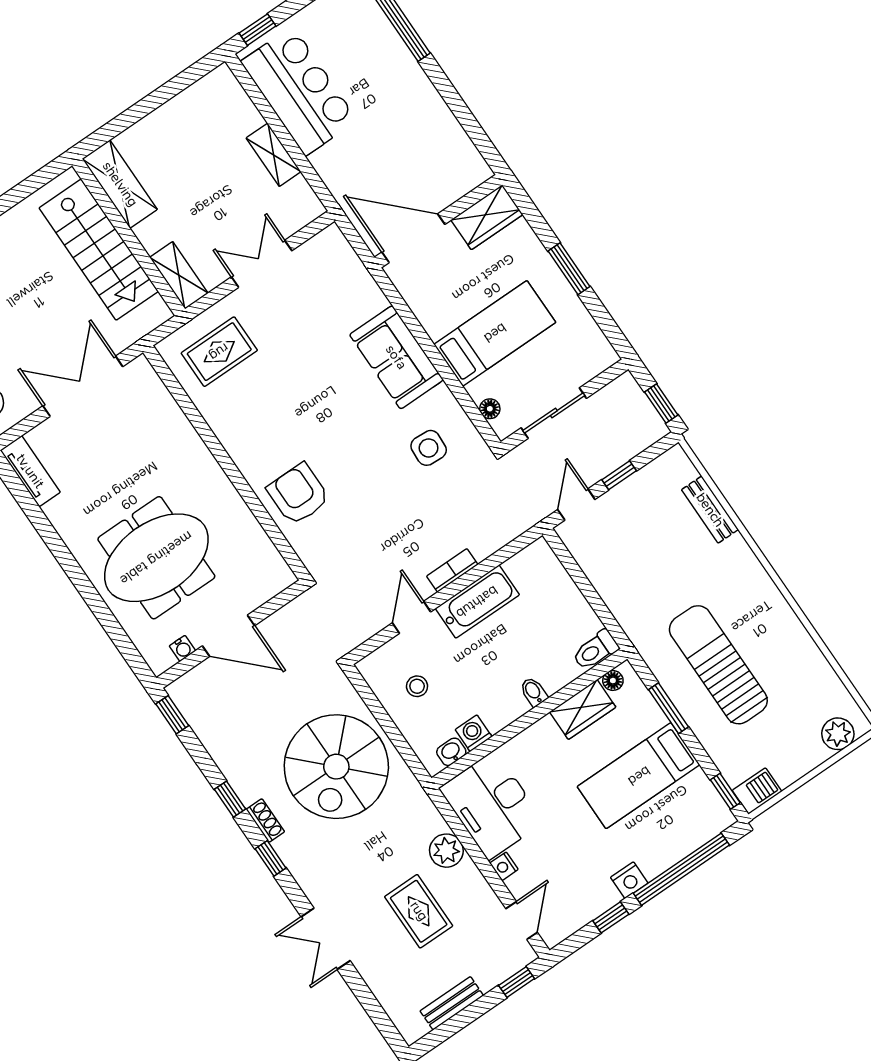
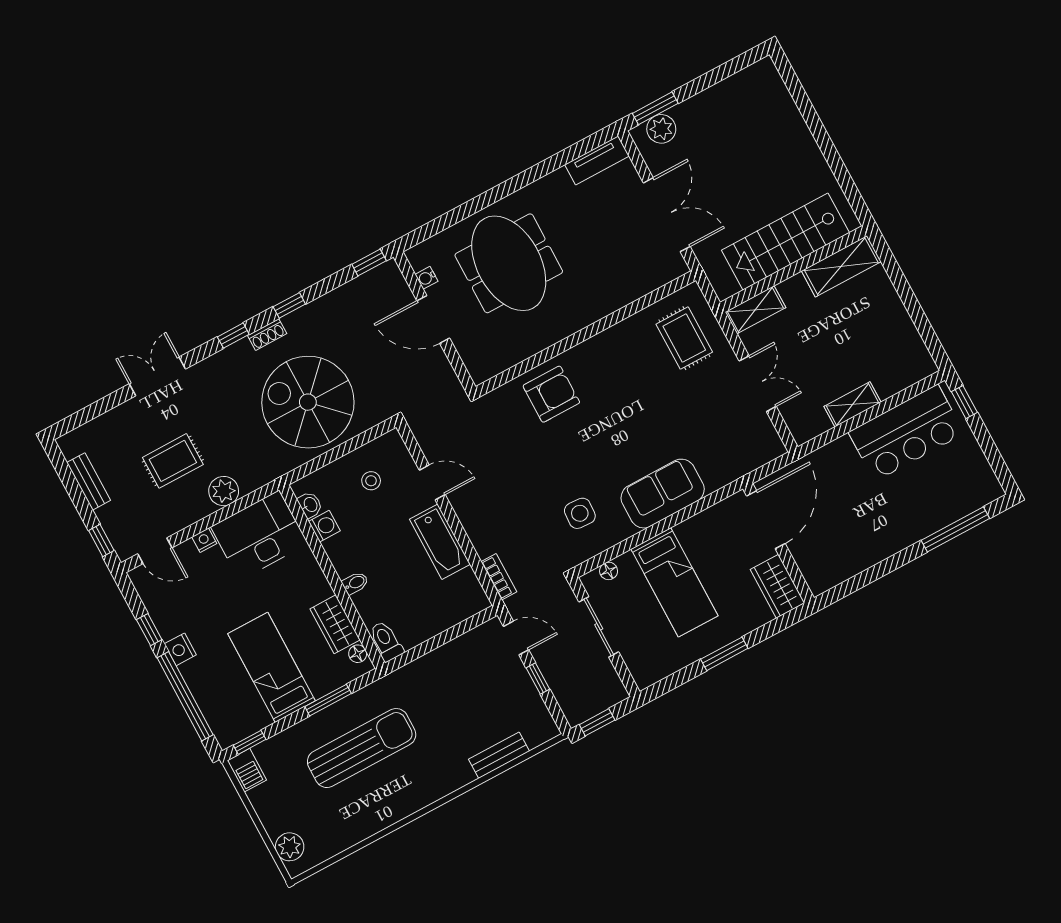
bookcase: (452, 570) -> (499, 577), moved
door: (228, 636) -> (433, 319), hinge flipped

